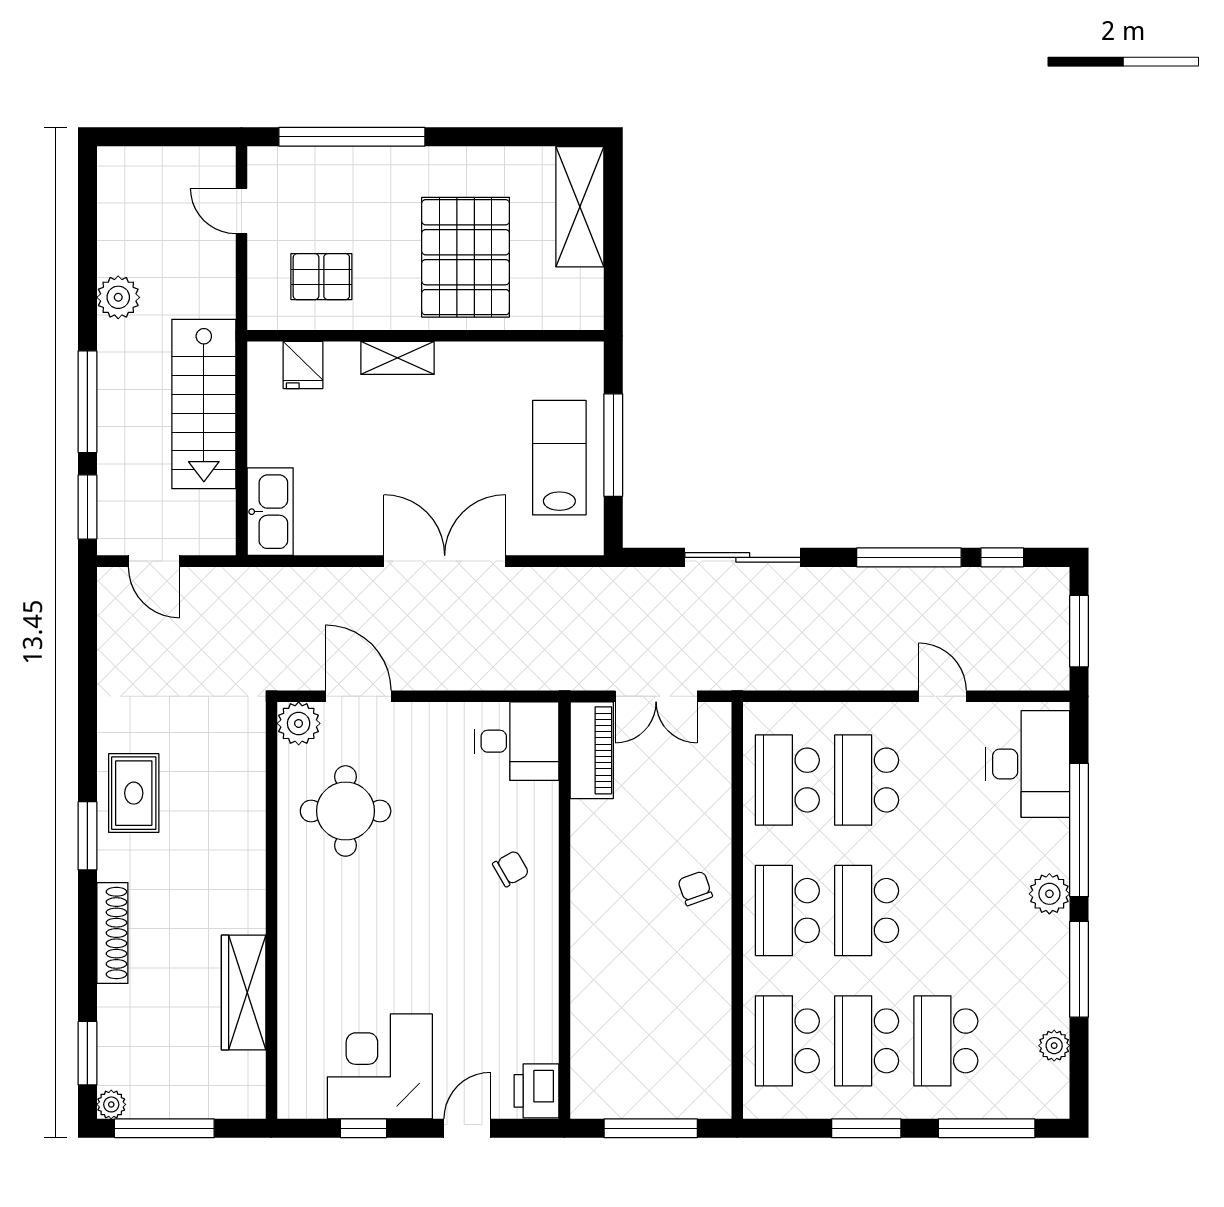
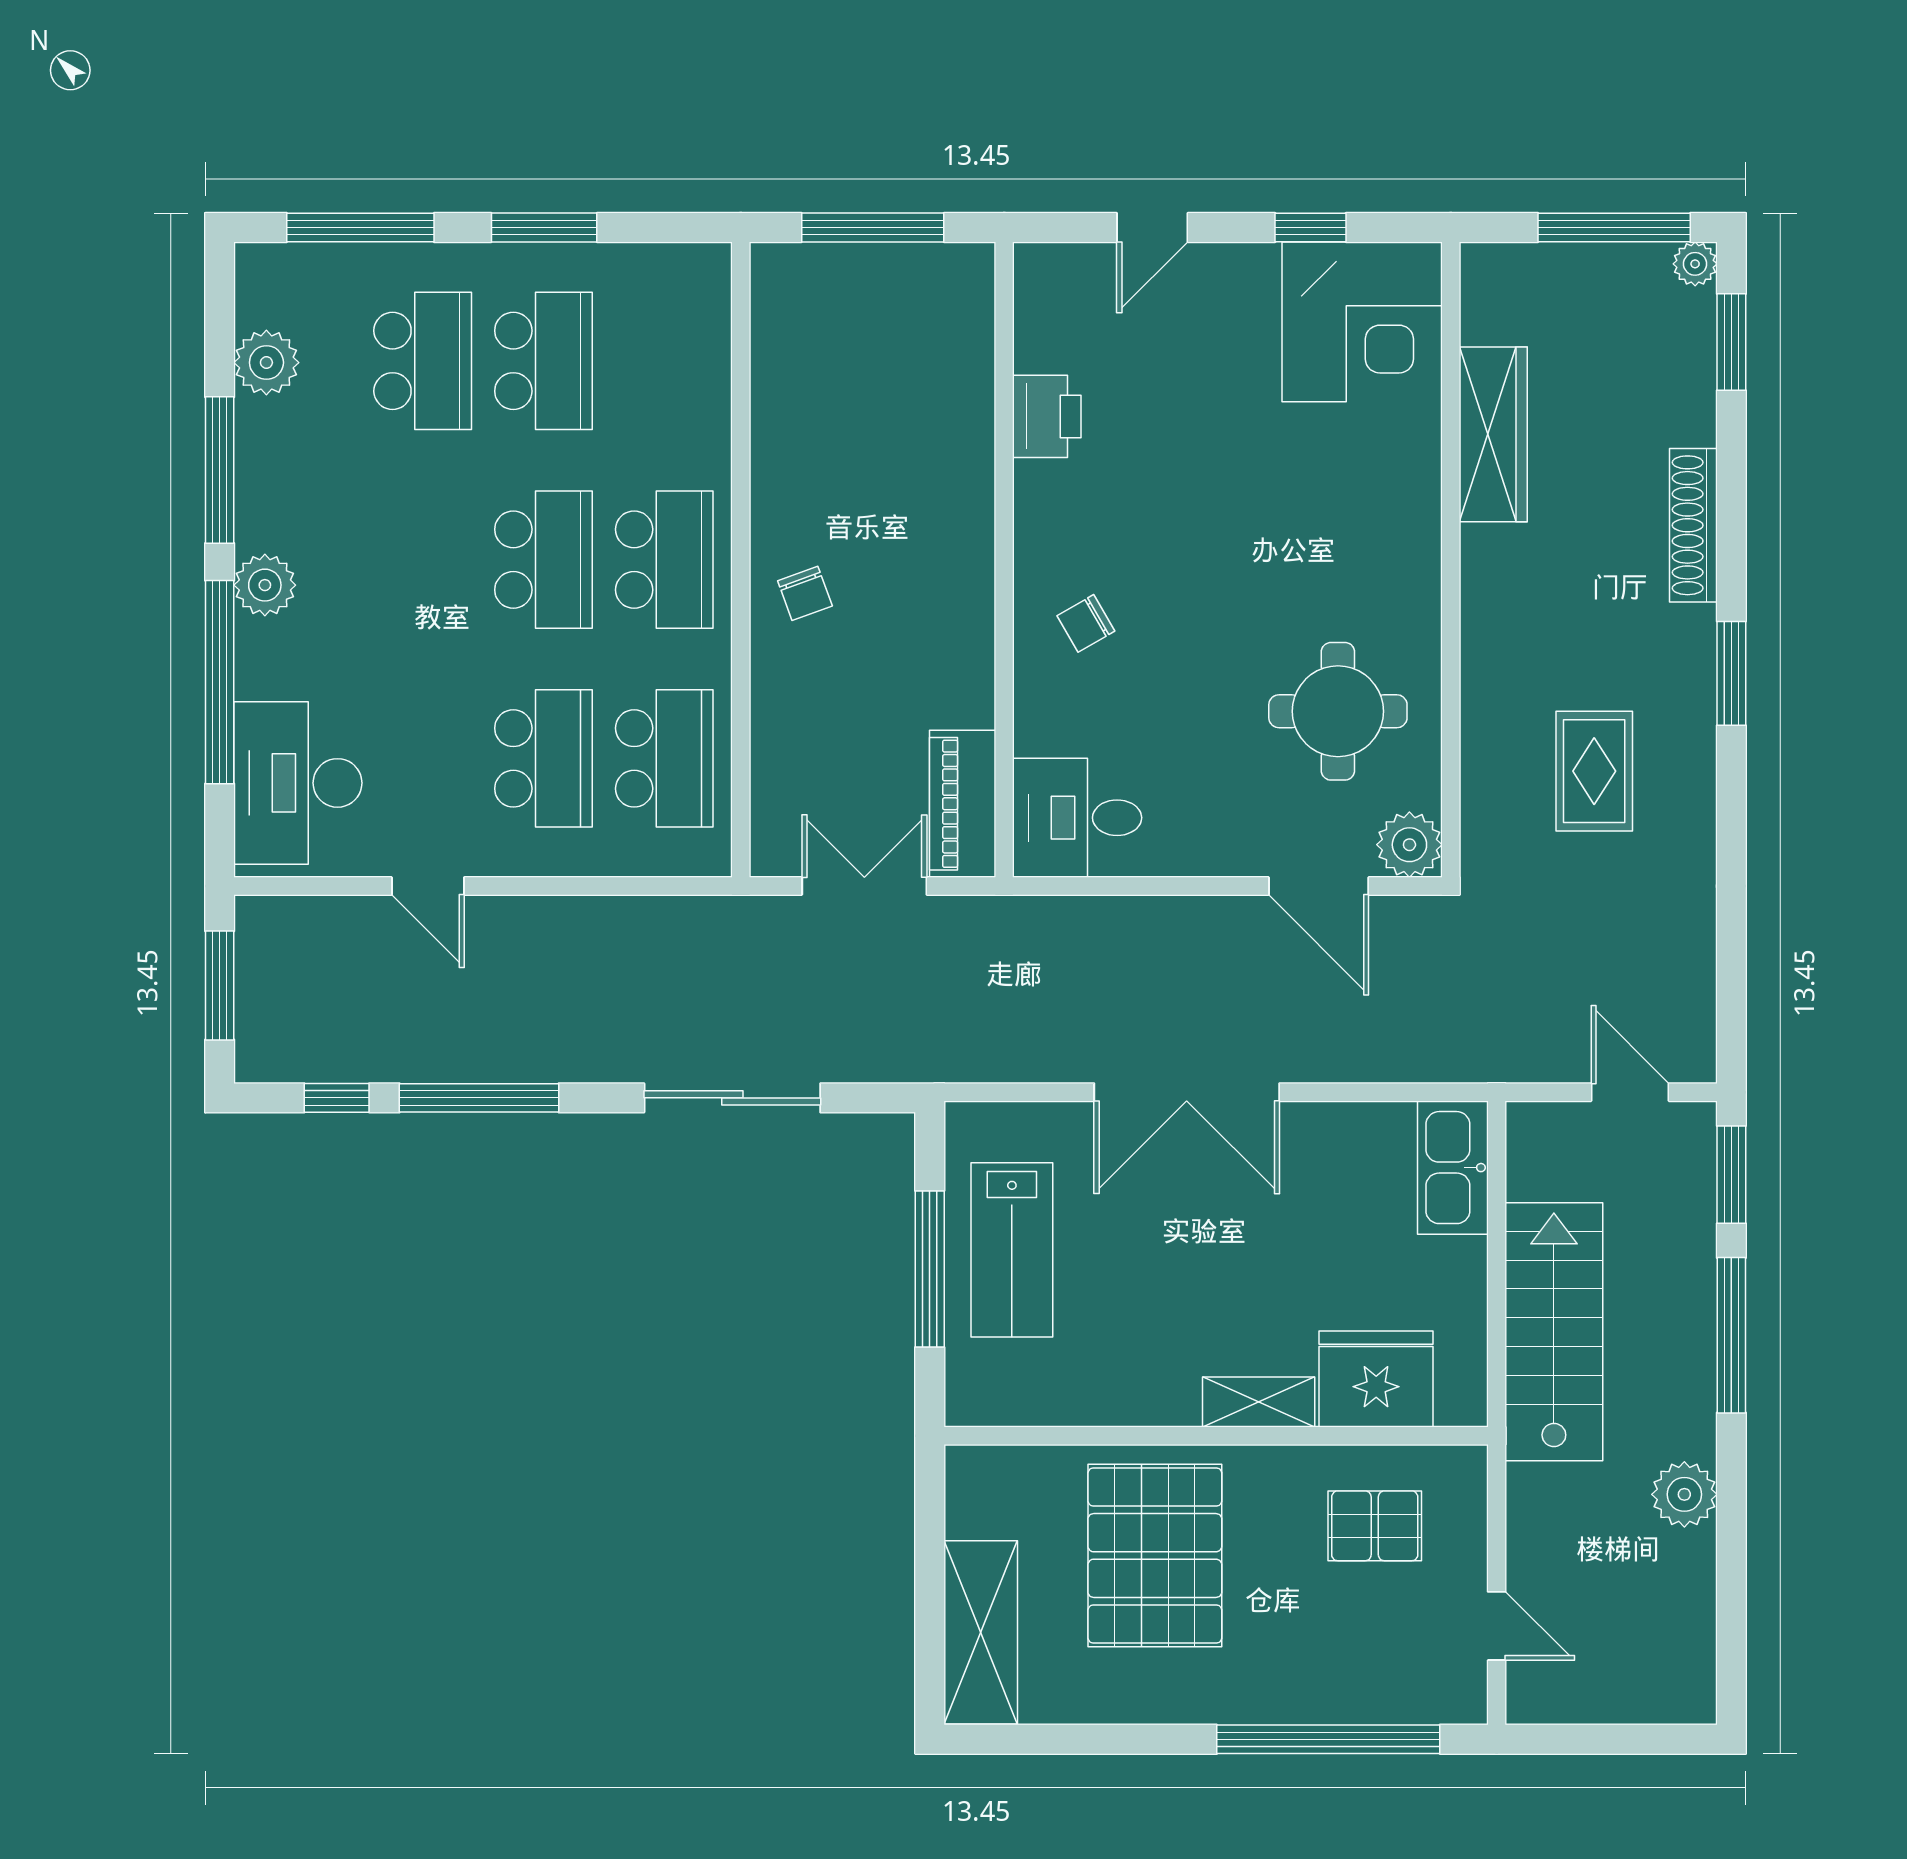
fridge: (303, 365) -> (1376, 1379), width x1.88, depth x1.34
rug: (134, 793) -> (1594, 771), moved
school desk: (787, 1041) -> (664, 361), removed
plant: (1054, 1046) -> (266, 363), width x1.38, depth x1.38
corner desk: (380, 1066) -> (1362, 322), moved
printer: (536, 1091) -> (1047, 416), moved

